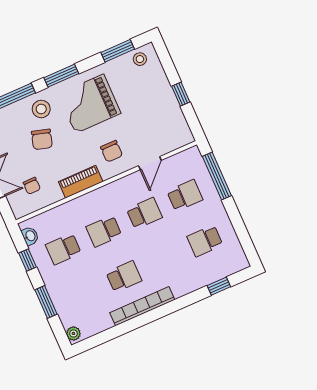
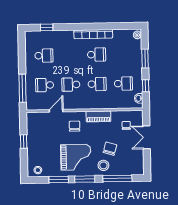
window: (118, 51) -> (59, 180), moved
school desk: (124, 277) -> (97, 55), turned 180

